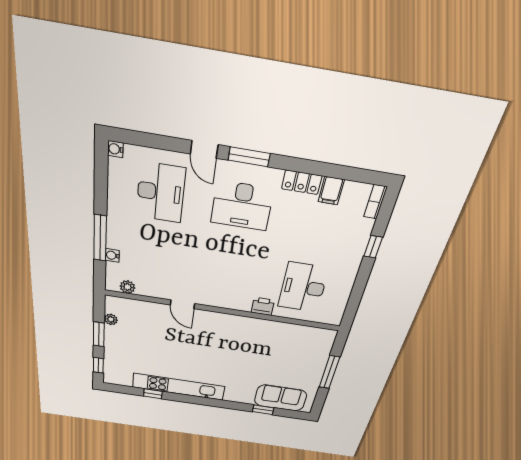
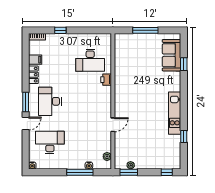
desk: (242, 206) -> (50, 101), turned 180
window: (99, 334) -> (129, 172), moved
kitchen unit: (178, 387) -> (175, 113), width x0.73

